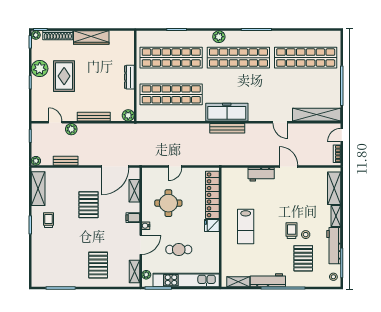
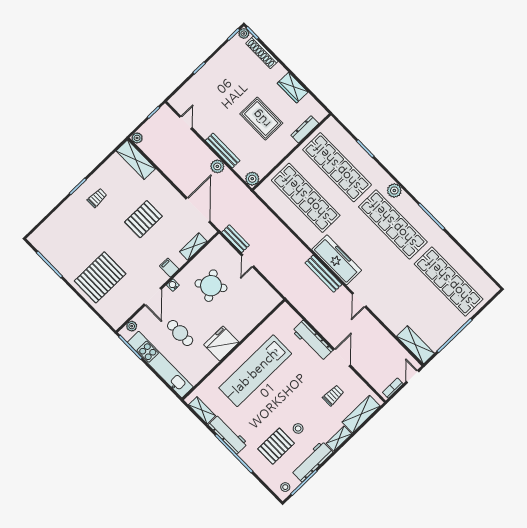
wardrobe: (91, 37) -> (293, 88), width x0.67
plant: (40, 69) -> (219, 64), removed
rug: (64, 76) -> (261, 119), moved, turned 90
dresser: (129, 77) -> (305, 129), moved
shelving: (317, 115) -> (415, 345), width x0.68
door: (280, 122) -> (359, 300), moved
plant: (71, 129) -> (217, 166), moved
door: (342, 135) -> (412, 377), hinge flipped
bench: (66, 161) -> (235, 239), moved
door: (115, 166) -> (198, 210), swing flipped
door: (175, 166) -> (248, 261), hinge flipped
workbench: (261, 174) -> (312, 341), width x1.37
shelving: (38, 189) -> (136, 160), moved, turned 90
locker: (212, 195) -> (255, 316), removed
round table: (168, 203) -> (211, 286), turned -35
fridge: (212, 225) -> (221, 344), width x1.88, depth x1.34
lab bench: (246, 226) -> (255, 371), width x1.86, depth x1.39
trolley: (292, 231) -> (333, 395), moved
door: (141, 245) -> (153, 297), hinge flipped
pallet: (98, 265) -> (100, 277), width x1.37, depth x1.41
shelving: (134, 272) -> (125, 314), removed

